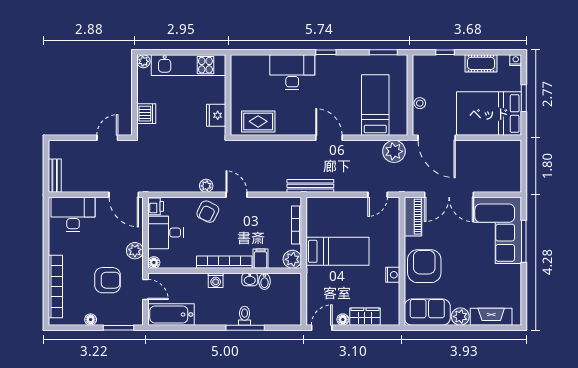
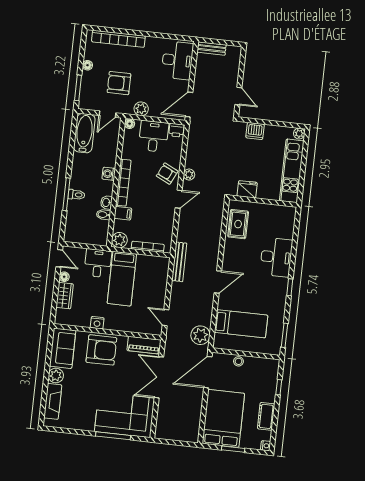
armchair: (108, 280) -> (119, 83), turned 90
desk: (322, 282) -> (98, 263), added

